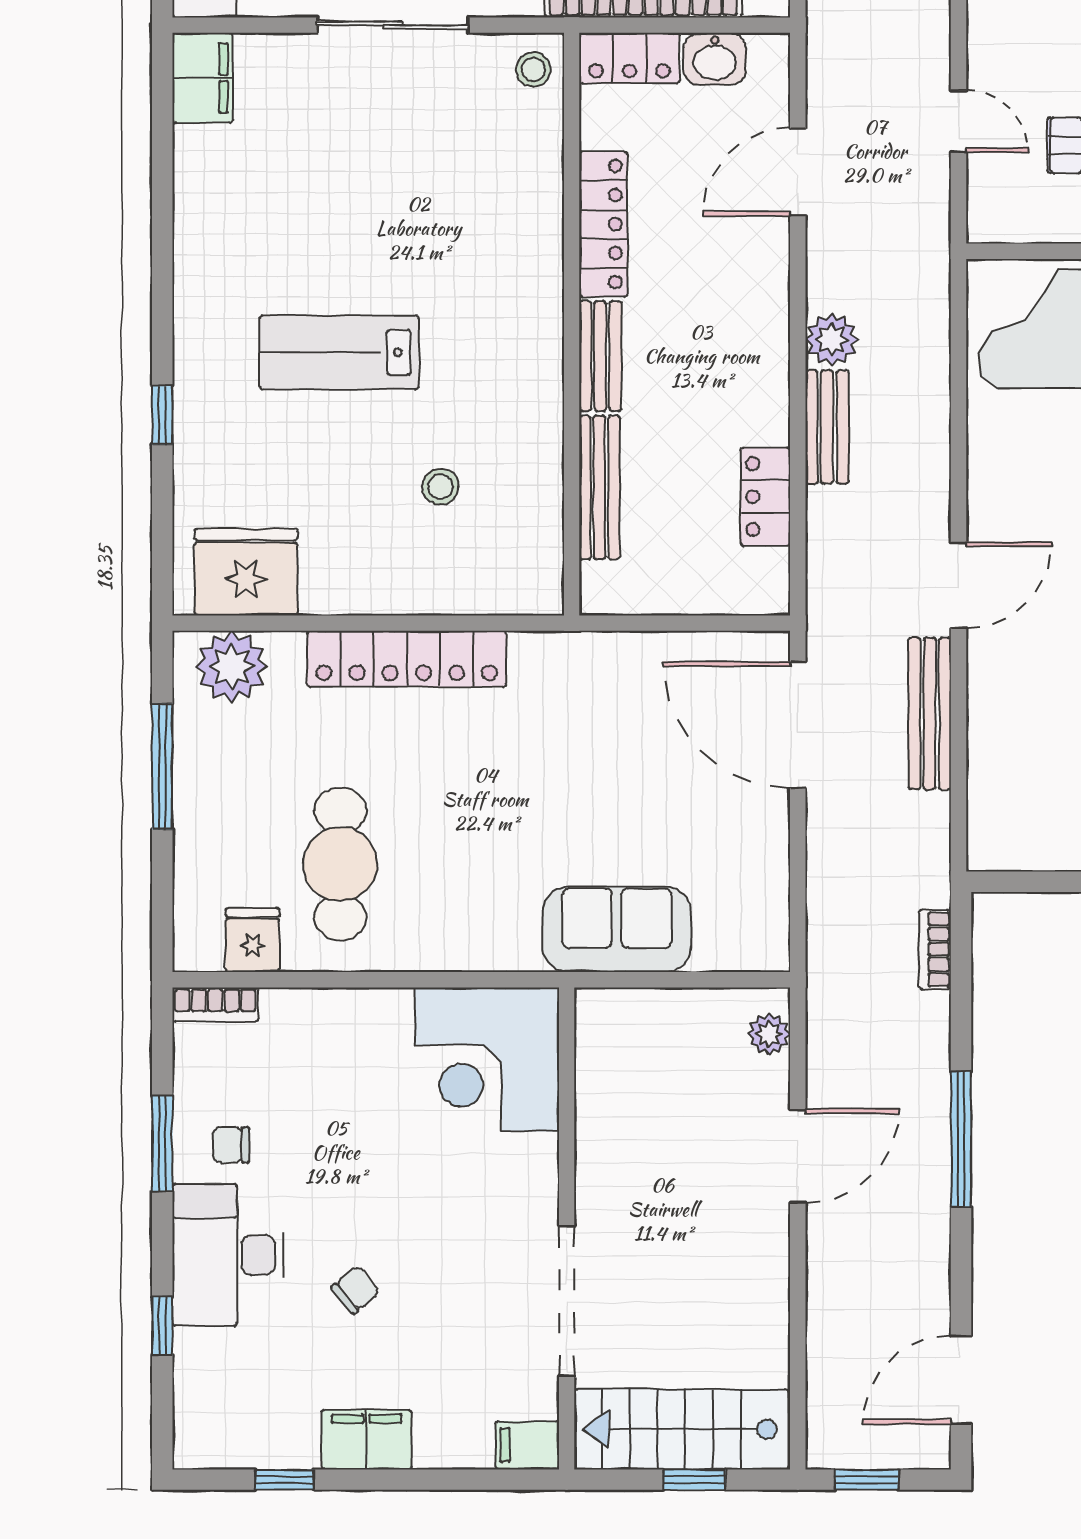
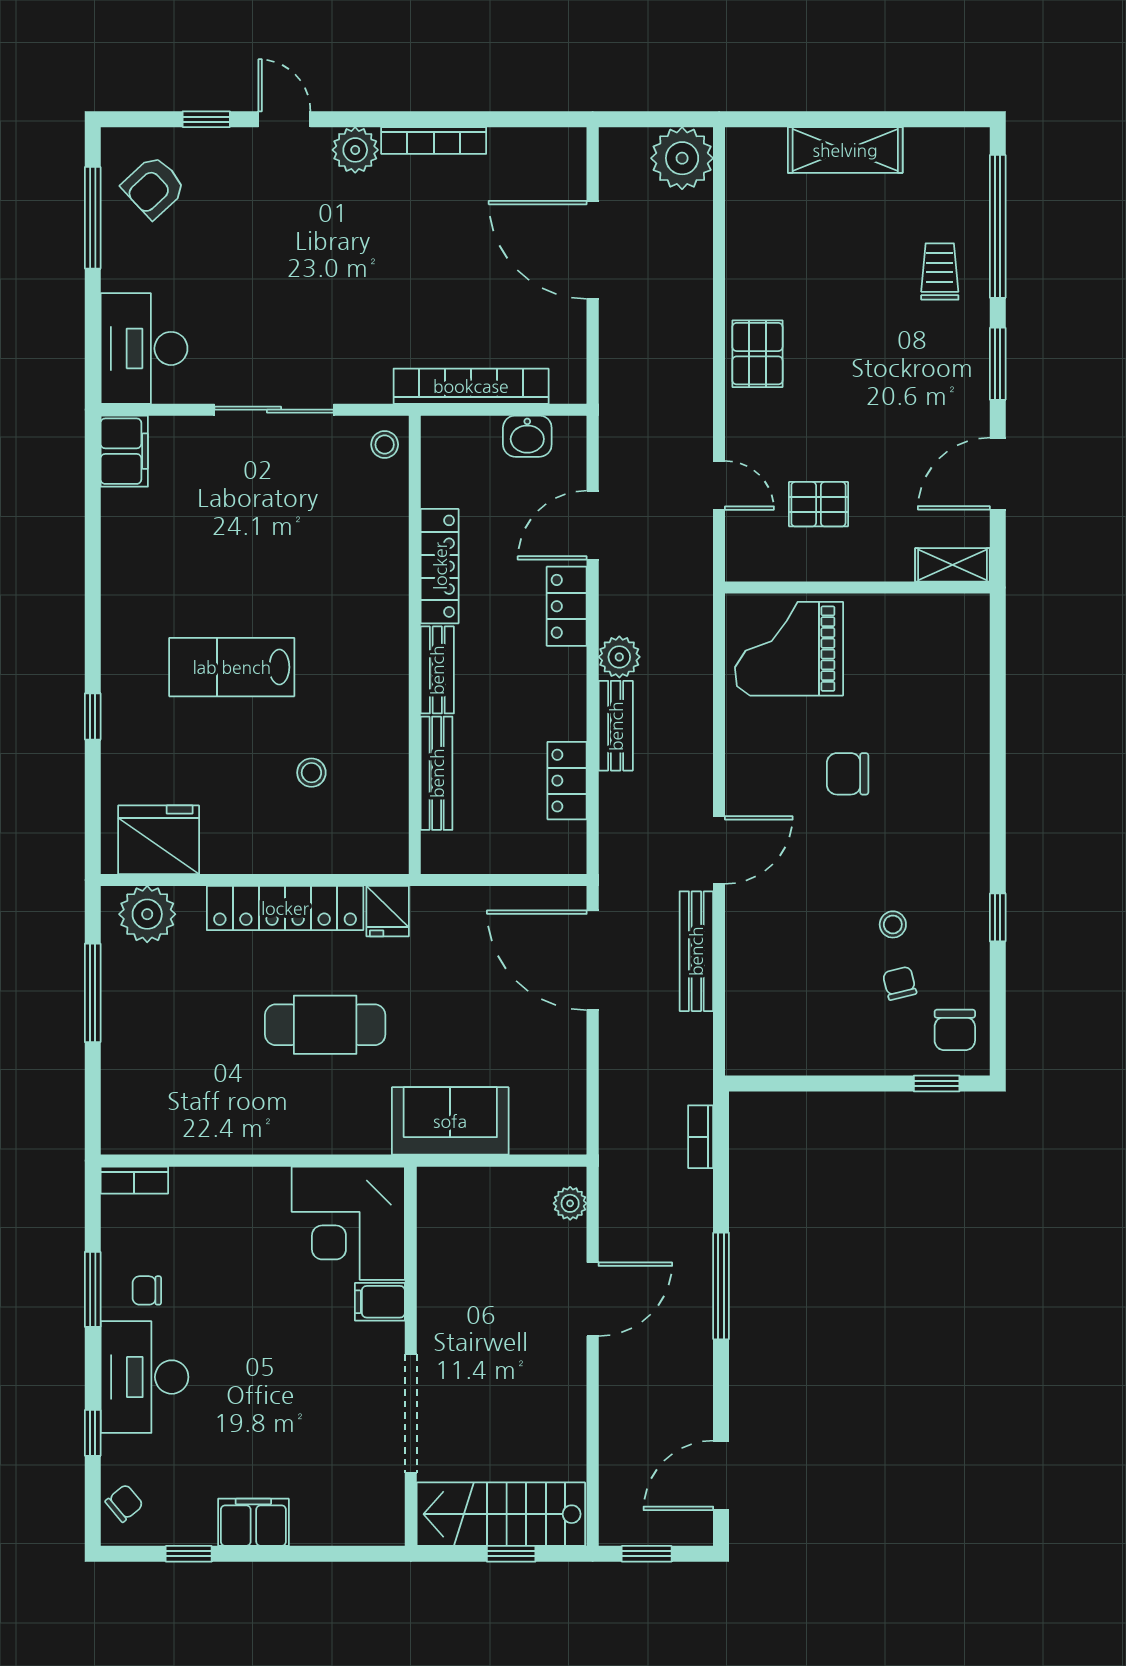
locker: (629, 58) -> (567, 606), moved, turned 90
cafe table: (340, 864) -> (325, 1025), moved, turned 90
fridge: (253, 940) -> (388, 911), moved, turned 180
chair: (356, 1290) -> (124, 1503), moved
filing cabinet: (527, 1445) -> (380, 1302), moved

